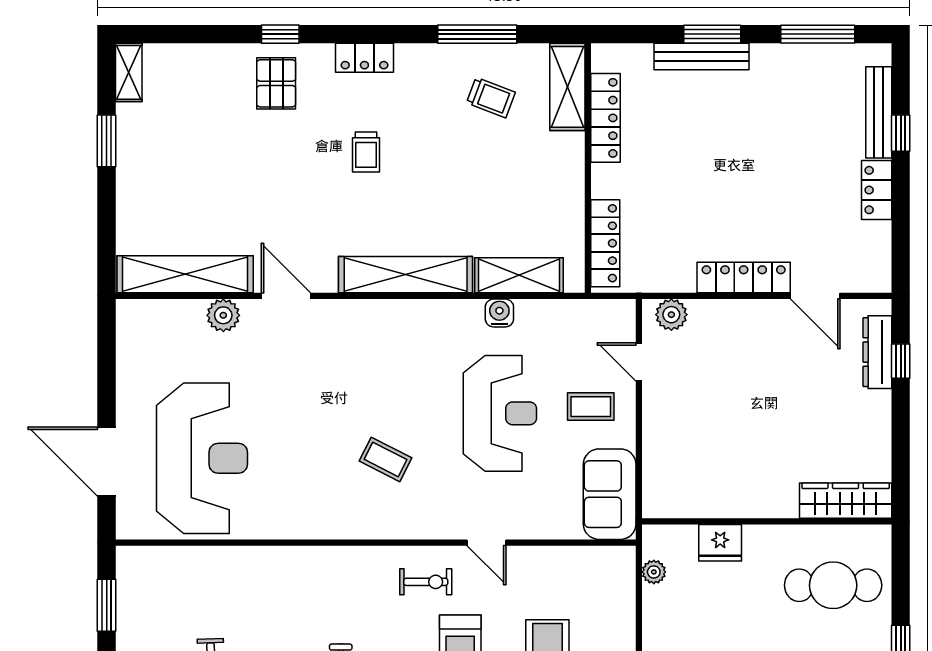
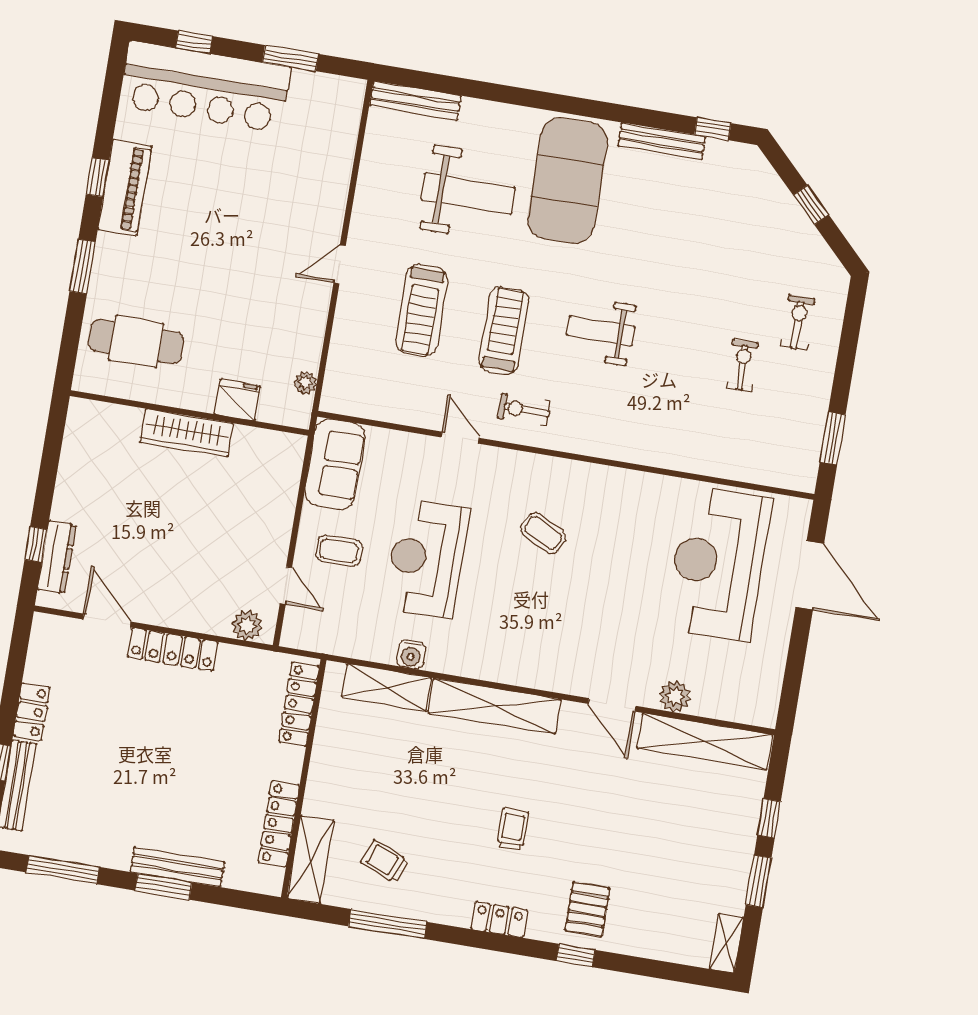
window: (107, 207) -> (769, 818), added
wardrobe: (846, 501) -> (186, 433), moved

